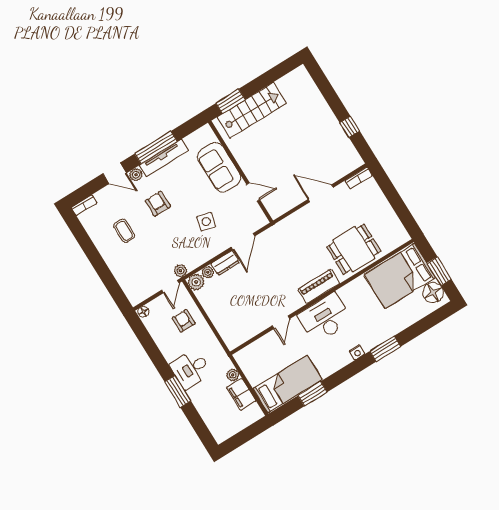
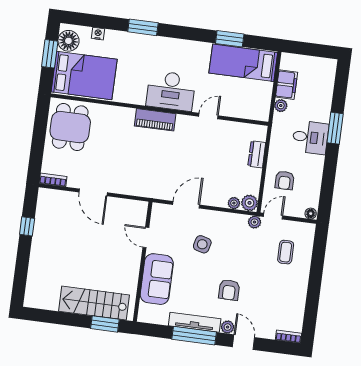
coffee table: (124, 231) -> (286, 252), moved
dining table: (354, 249) -> (70, 127), moved, turned 90
dresser: (225, 263) -> (257, 154), moved, turned -90
nightstand: (357, 352) -> (98, 34), moved

